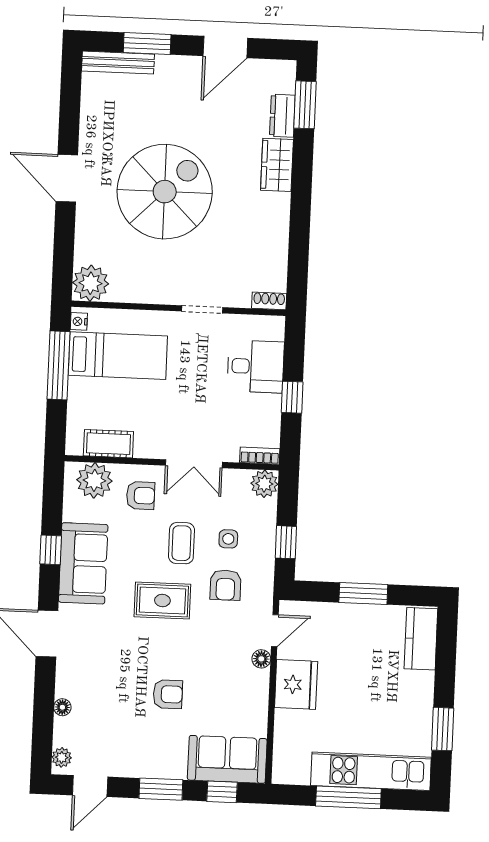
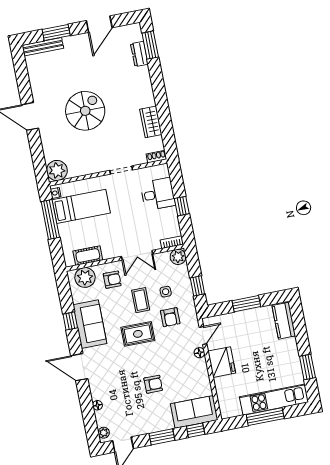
wardrobe: (277, 165) -> (151, 122), moved
spiral stairs: (165, 192) -> (85, 111), width x0.73, depth x0.73

